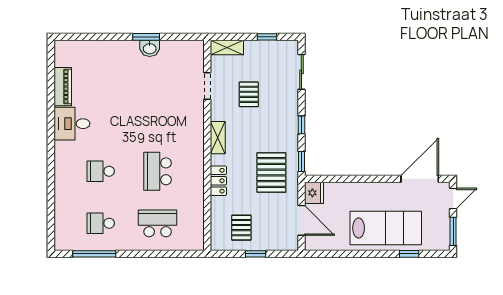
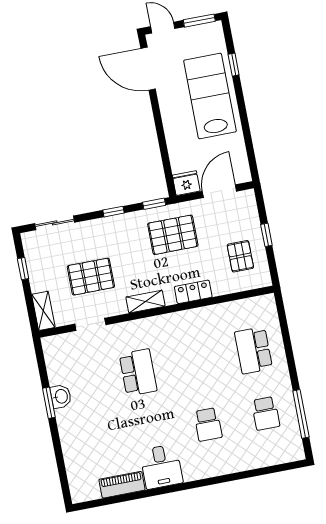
pallet: (249, 94) -> (91, 277), width x1.50, depth x1.42
school desk: (158, 171) -> (138, 372), moved, turned -90
pallet: (241, 228) -> (240, 256), turned 90

